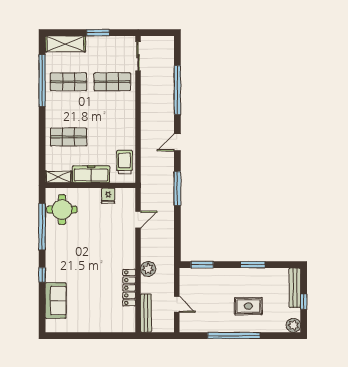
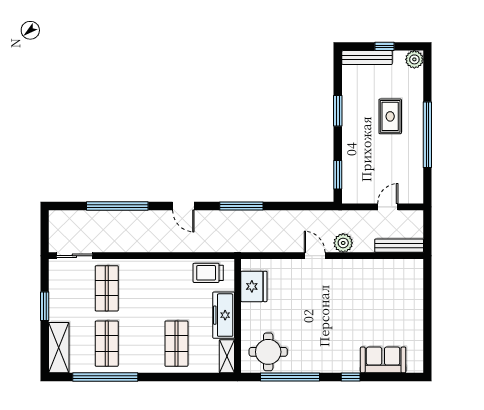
fridge: (108, 196) -> (254, 286), width x1.88, depth x1.34
door: (138, 219) -> (315, 256), moved
locker: (129, 288) -> (367, 267), removed

